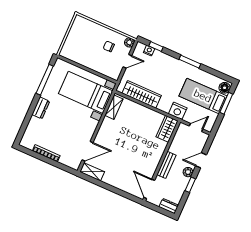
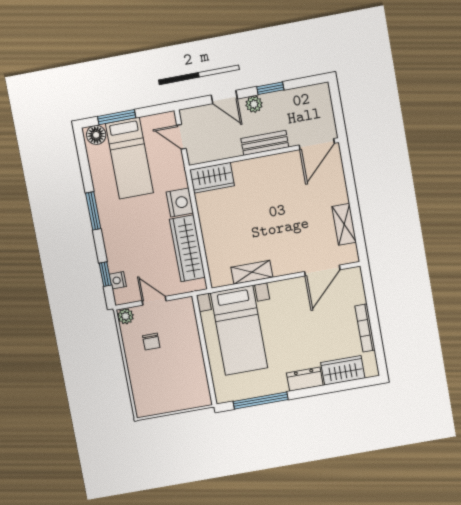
shelving: (114, 107) -> (252, 272), moved
nightstand: (178, 111) -> (180, 202), moved
wardrobe: (33, 129) -> (343, 370), added
door: (87, 151) -> (322, 271), swing flipped
shelving: (92, 172) -> (344, 224), moved
dresser: (169, 206) -> (323, 98), removed

